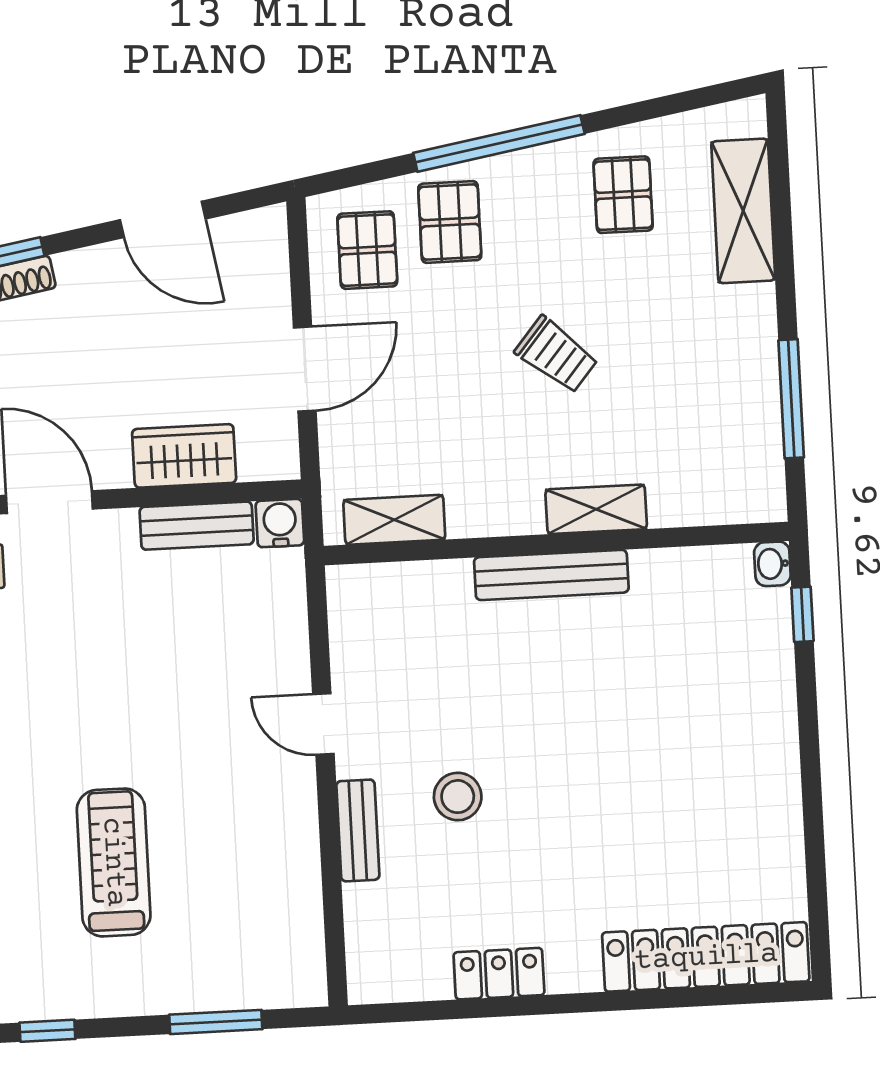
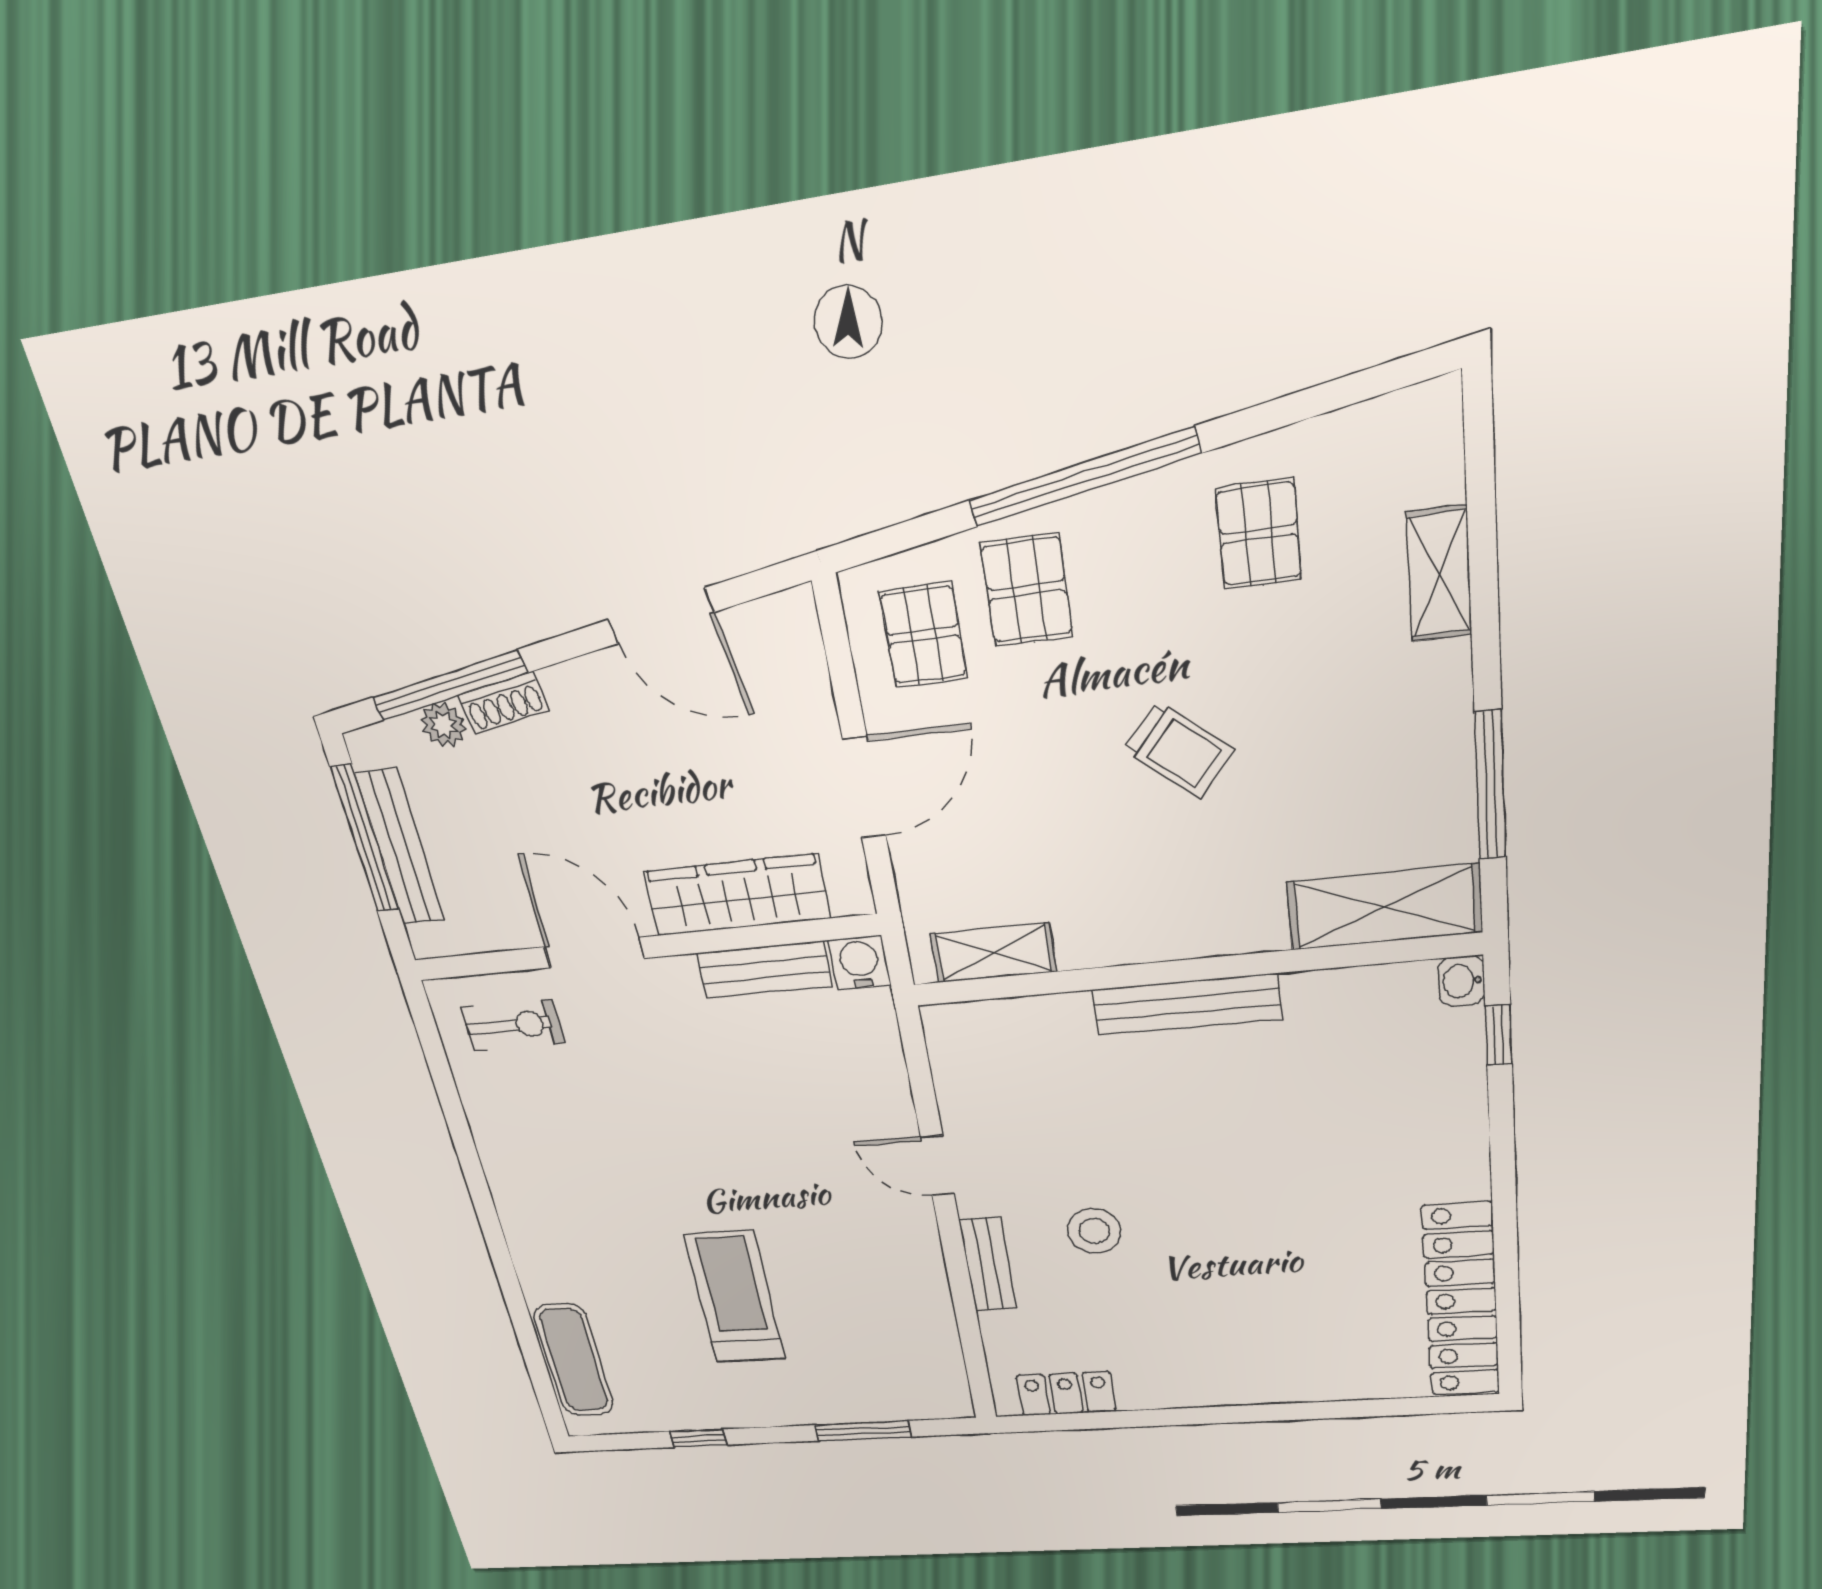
shelving: (743, 211) -> (1439, 574), width x0.67, depth x0.75
wardrobe: (184, 456) -> (737, 895), width x1.50
shelving: (596, 509) -> (1384, 907), moved, width x1.50, depth x1.33
locker: (706, 957) -> (1461, 1301), moved, turned -90
locker: (499, 974) -> (1066, 1394), moved

